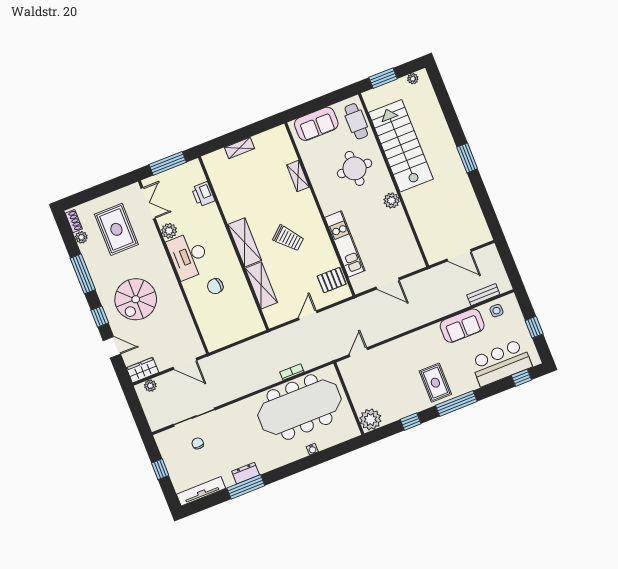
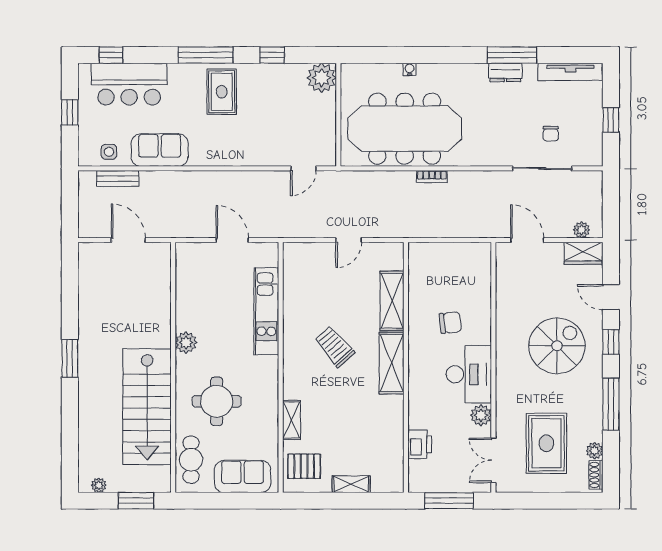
pallet: (332, 280) -> (304, 466), moved
bookcase: (292, 372) -> (432, 177), moved

